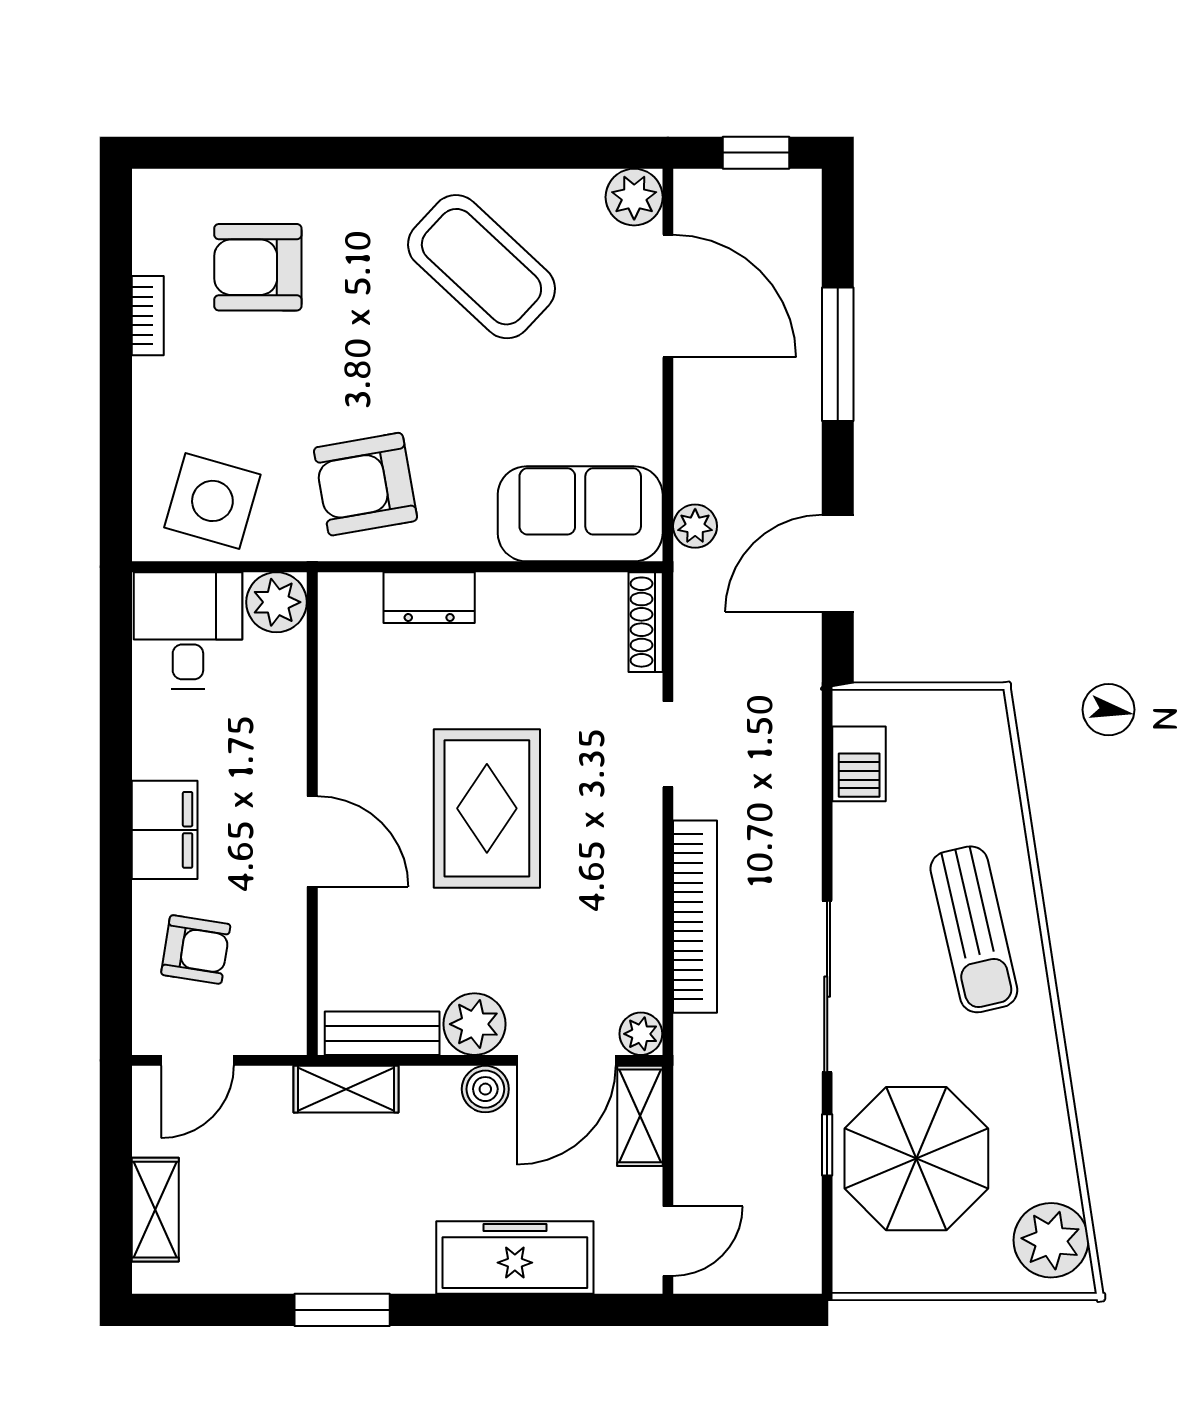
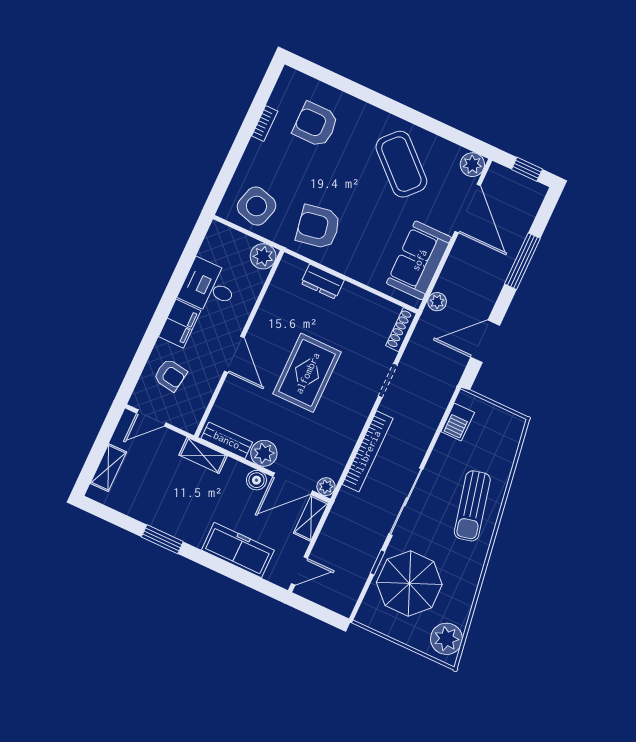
sofa: (580, 514) -> (419, 260), moved, turned -90
desk: (188, 630) -> (209, 287), moved, turned -90

